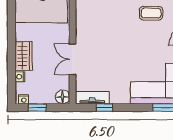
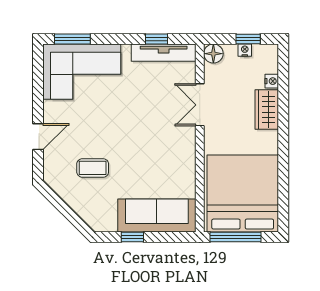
double door: (73, 59) -> (200, 105), swing flipped
tv unit: (92, 98) -> (164, 53), width x1.41
nightstand: (24, 99) -> (245, 50), moved

